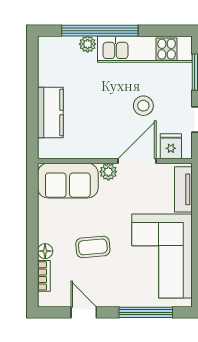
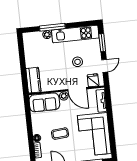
window: (100, 31) -> (52, 27), width x0.68
kitchen counter: (50, 113) -> (33, 80), moved
door: (137, 161) -> (77, 89), swing flipped

